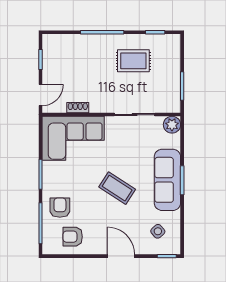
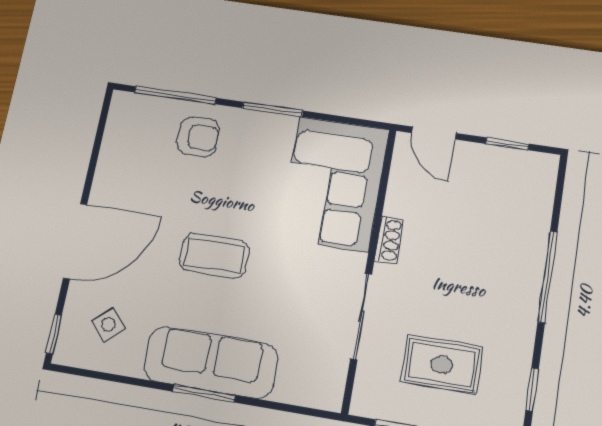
rug: (133, 61) -> (442, 365), moved, turned 90
shoe rack: (78, 108) -> (389, 240), moved
plant: (172, 125) -> (326, 392), removed
coffee table: (117, 188) -> (214, 256), turned 57
armchair: (73, 237) -> (135, 153), removed
door: (121, 256) -> (75, 241), width x1.36

